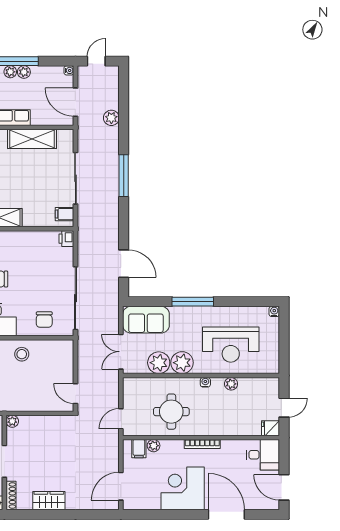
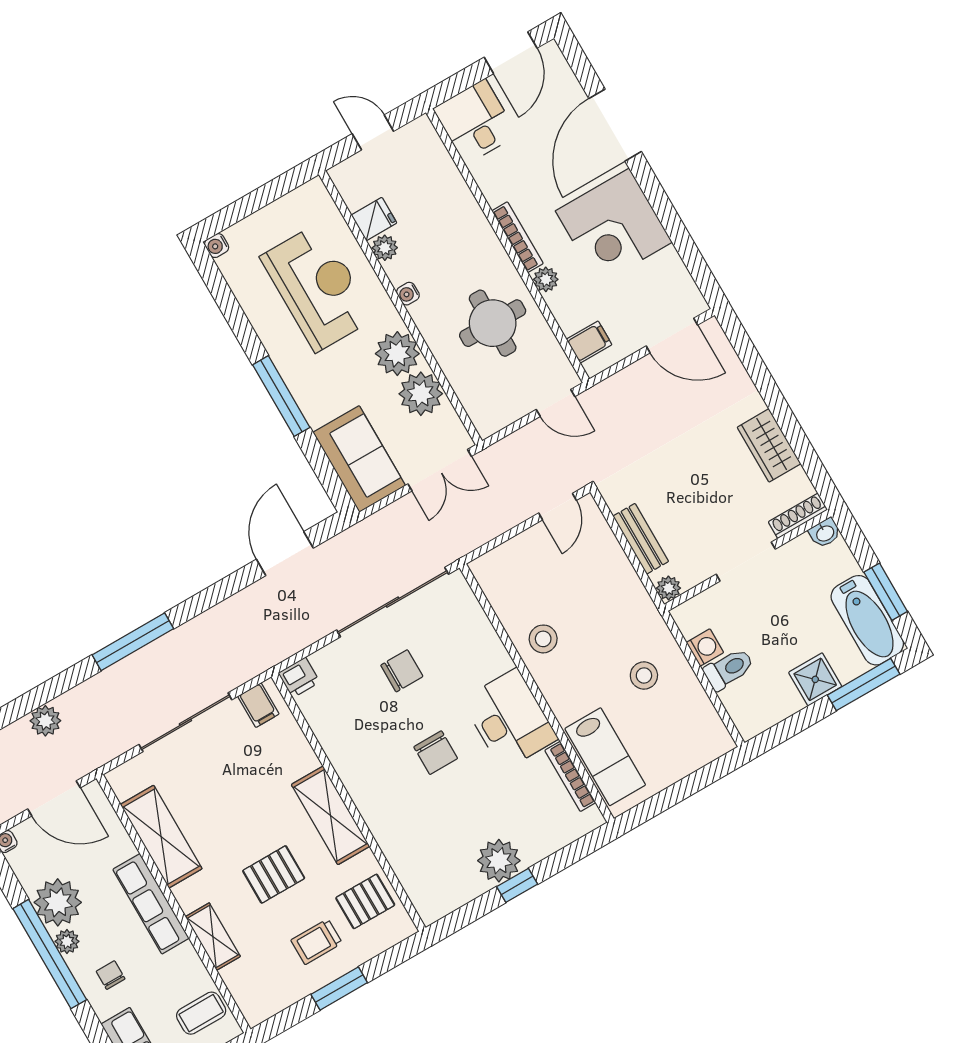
plant: (24, 72) -> (58, 902), width x1.88, depth x1.88
door: (75, 102) -> (54, 798), hinge flipped
chair: (44, 320) -> (402, 671), moved
bench: (41, 422) -> (641, 539), added
fridge: (270, 428) -> (374, 219), moved, turned -90
plant: (154, 446) -> (546, 279), moved

